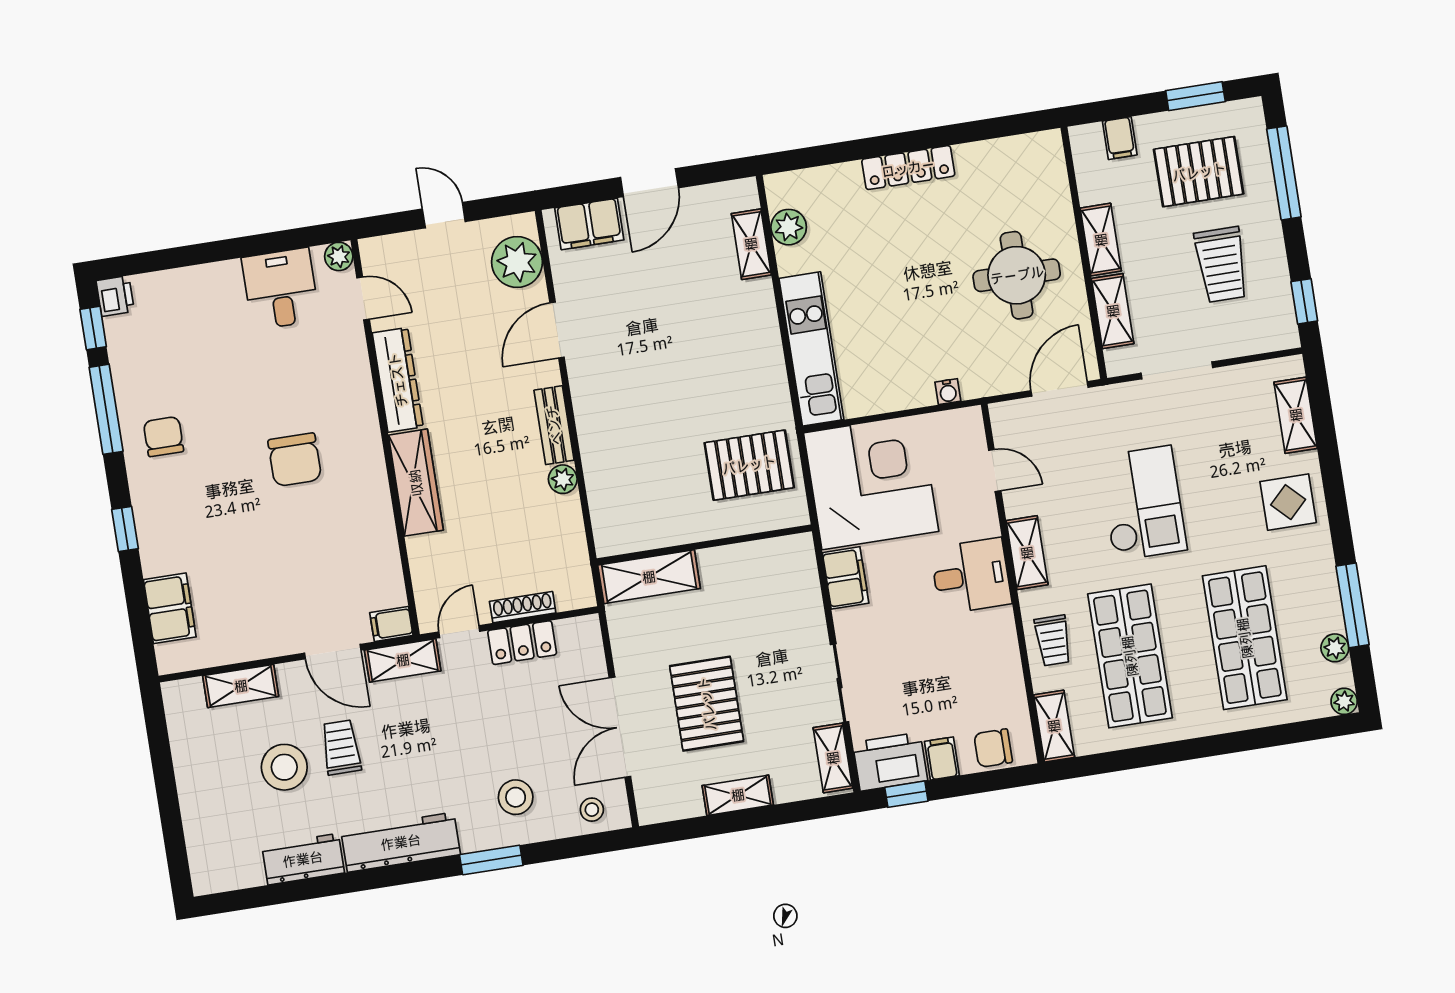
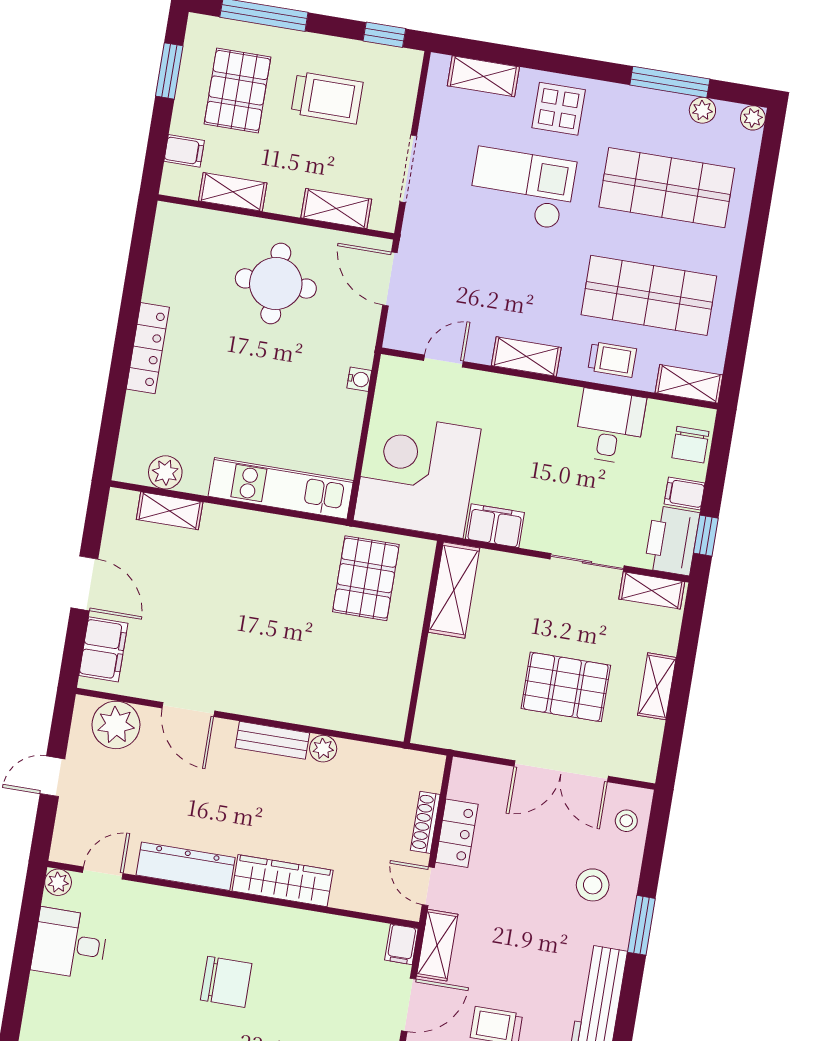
shelving: (1101, 240) -> (233, 192), moved
checkout: (1143, 503) -> (522, 188), moved
desk: (971, 576) -> (610, 427), moved
shelving: (649, 577) -> (454, 590), moved

